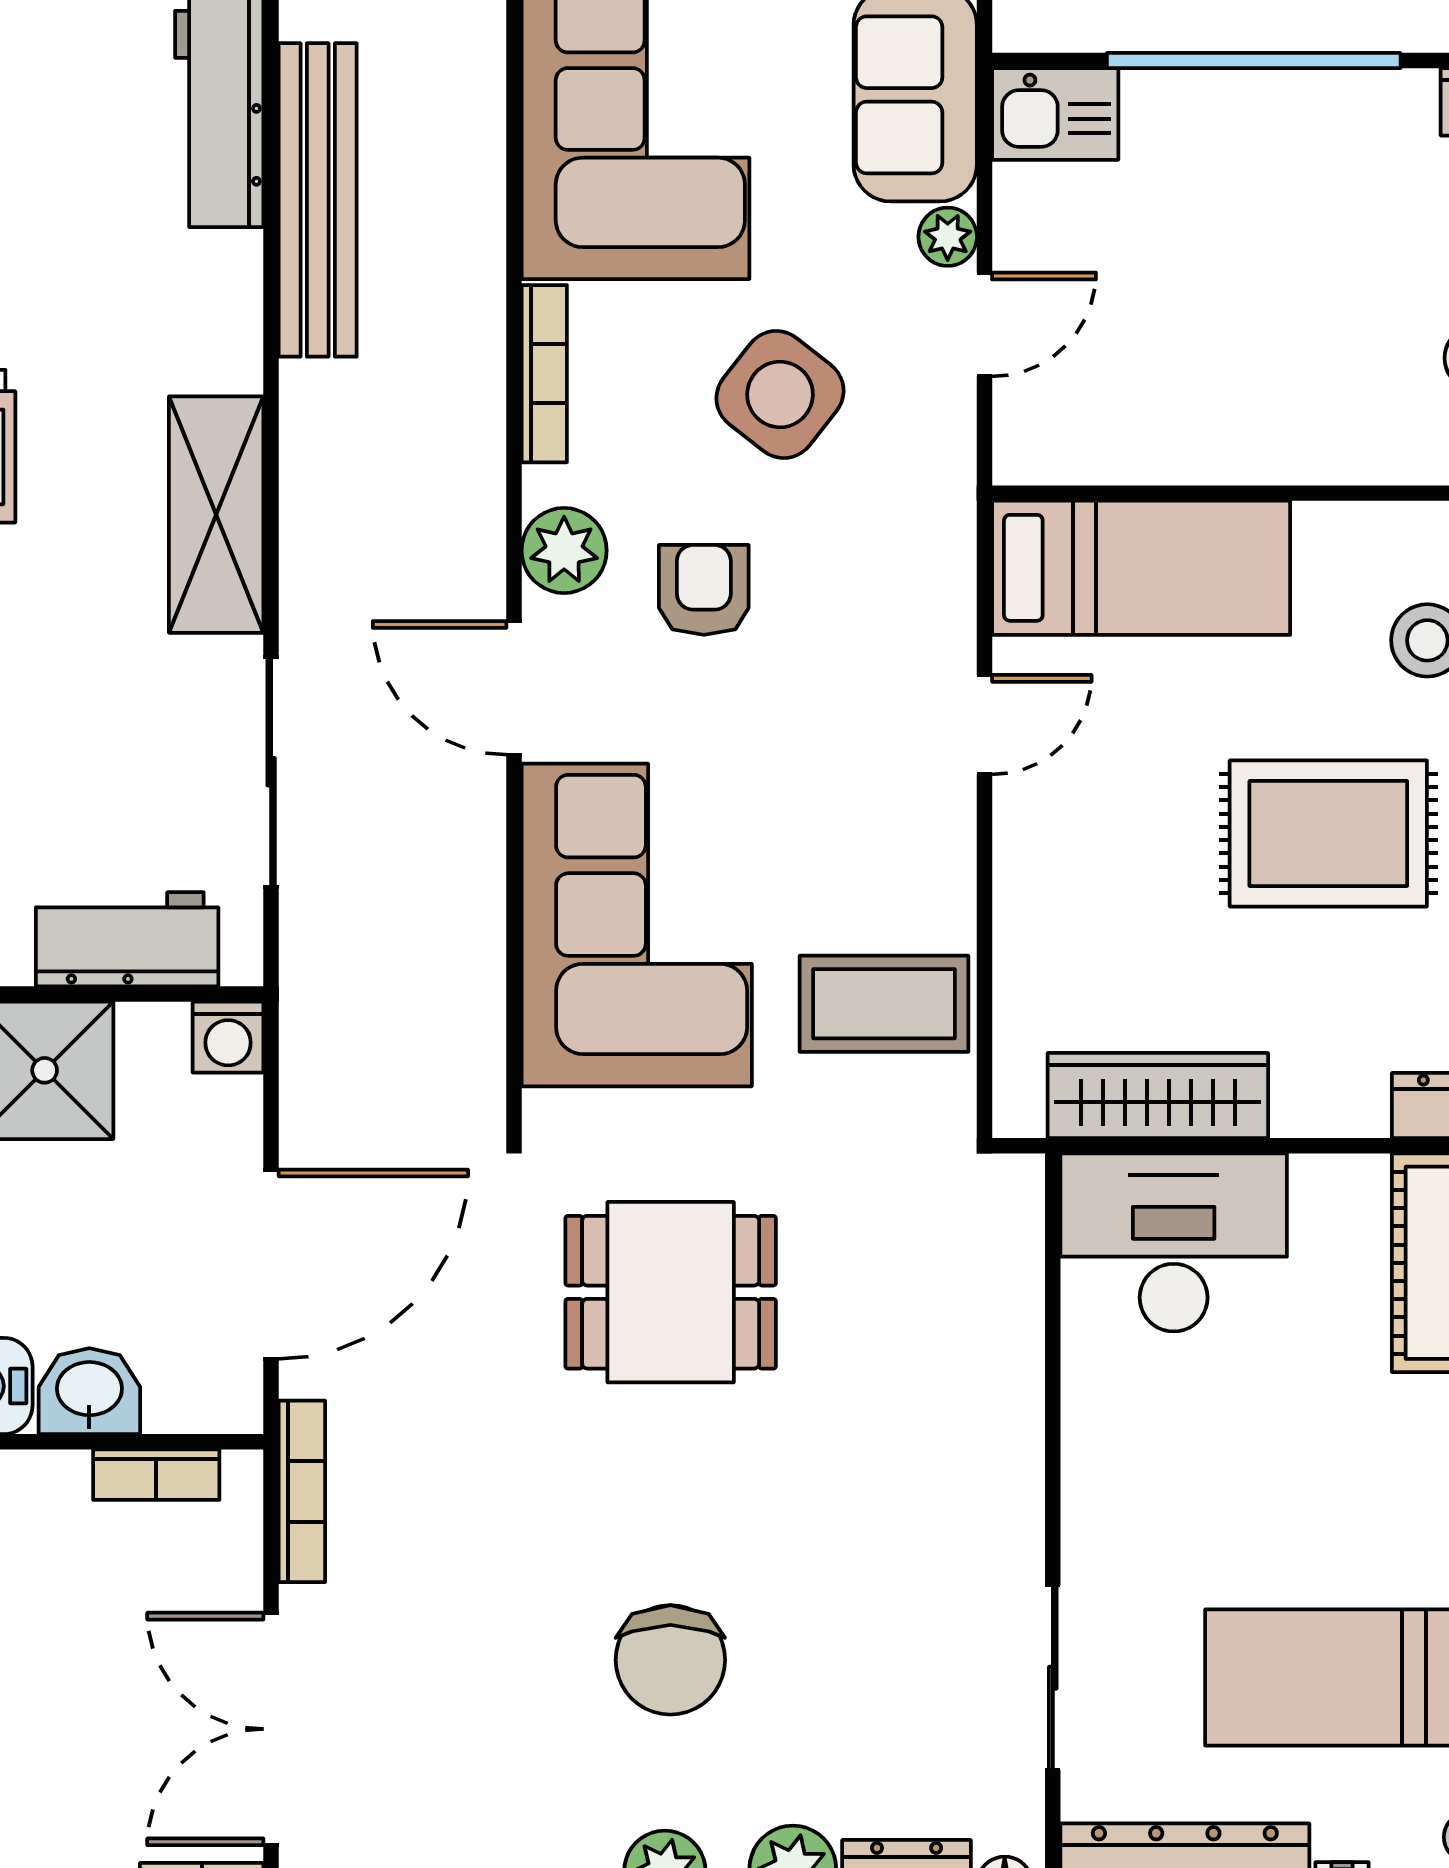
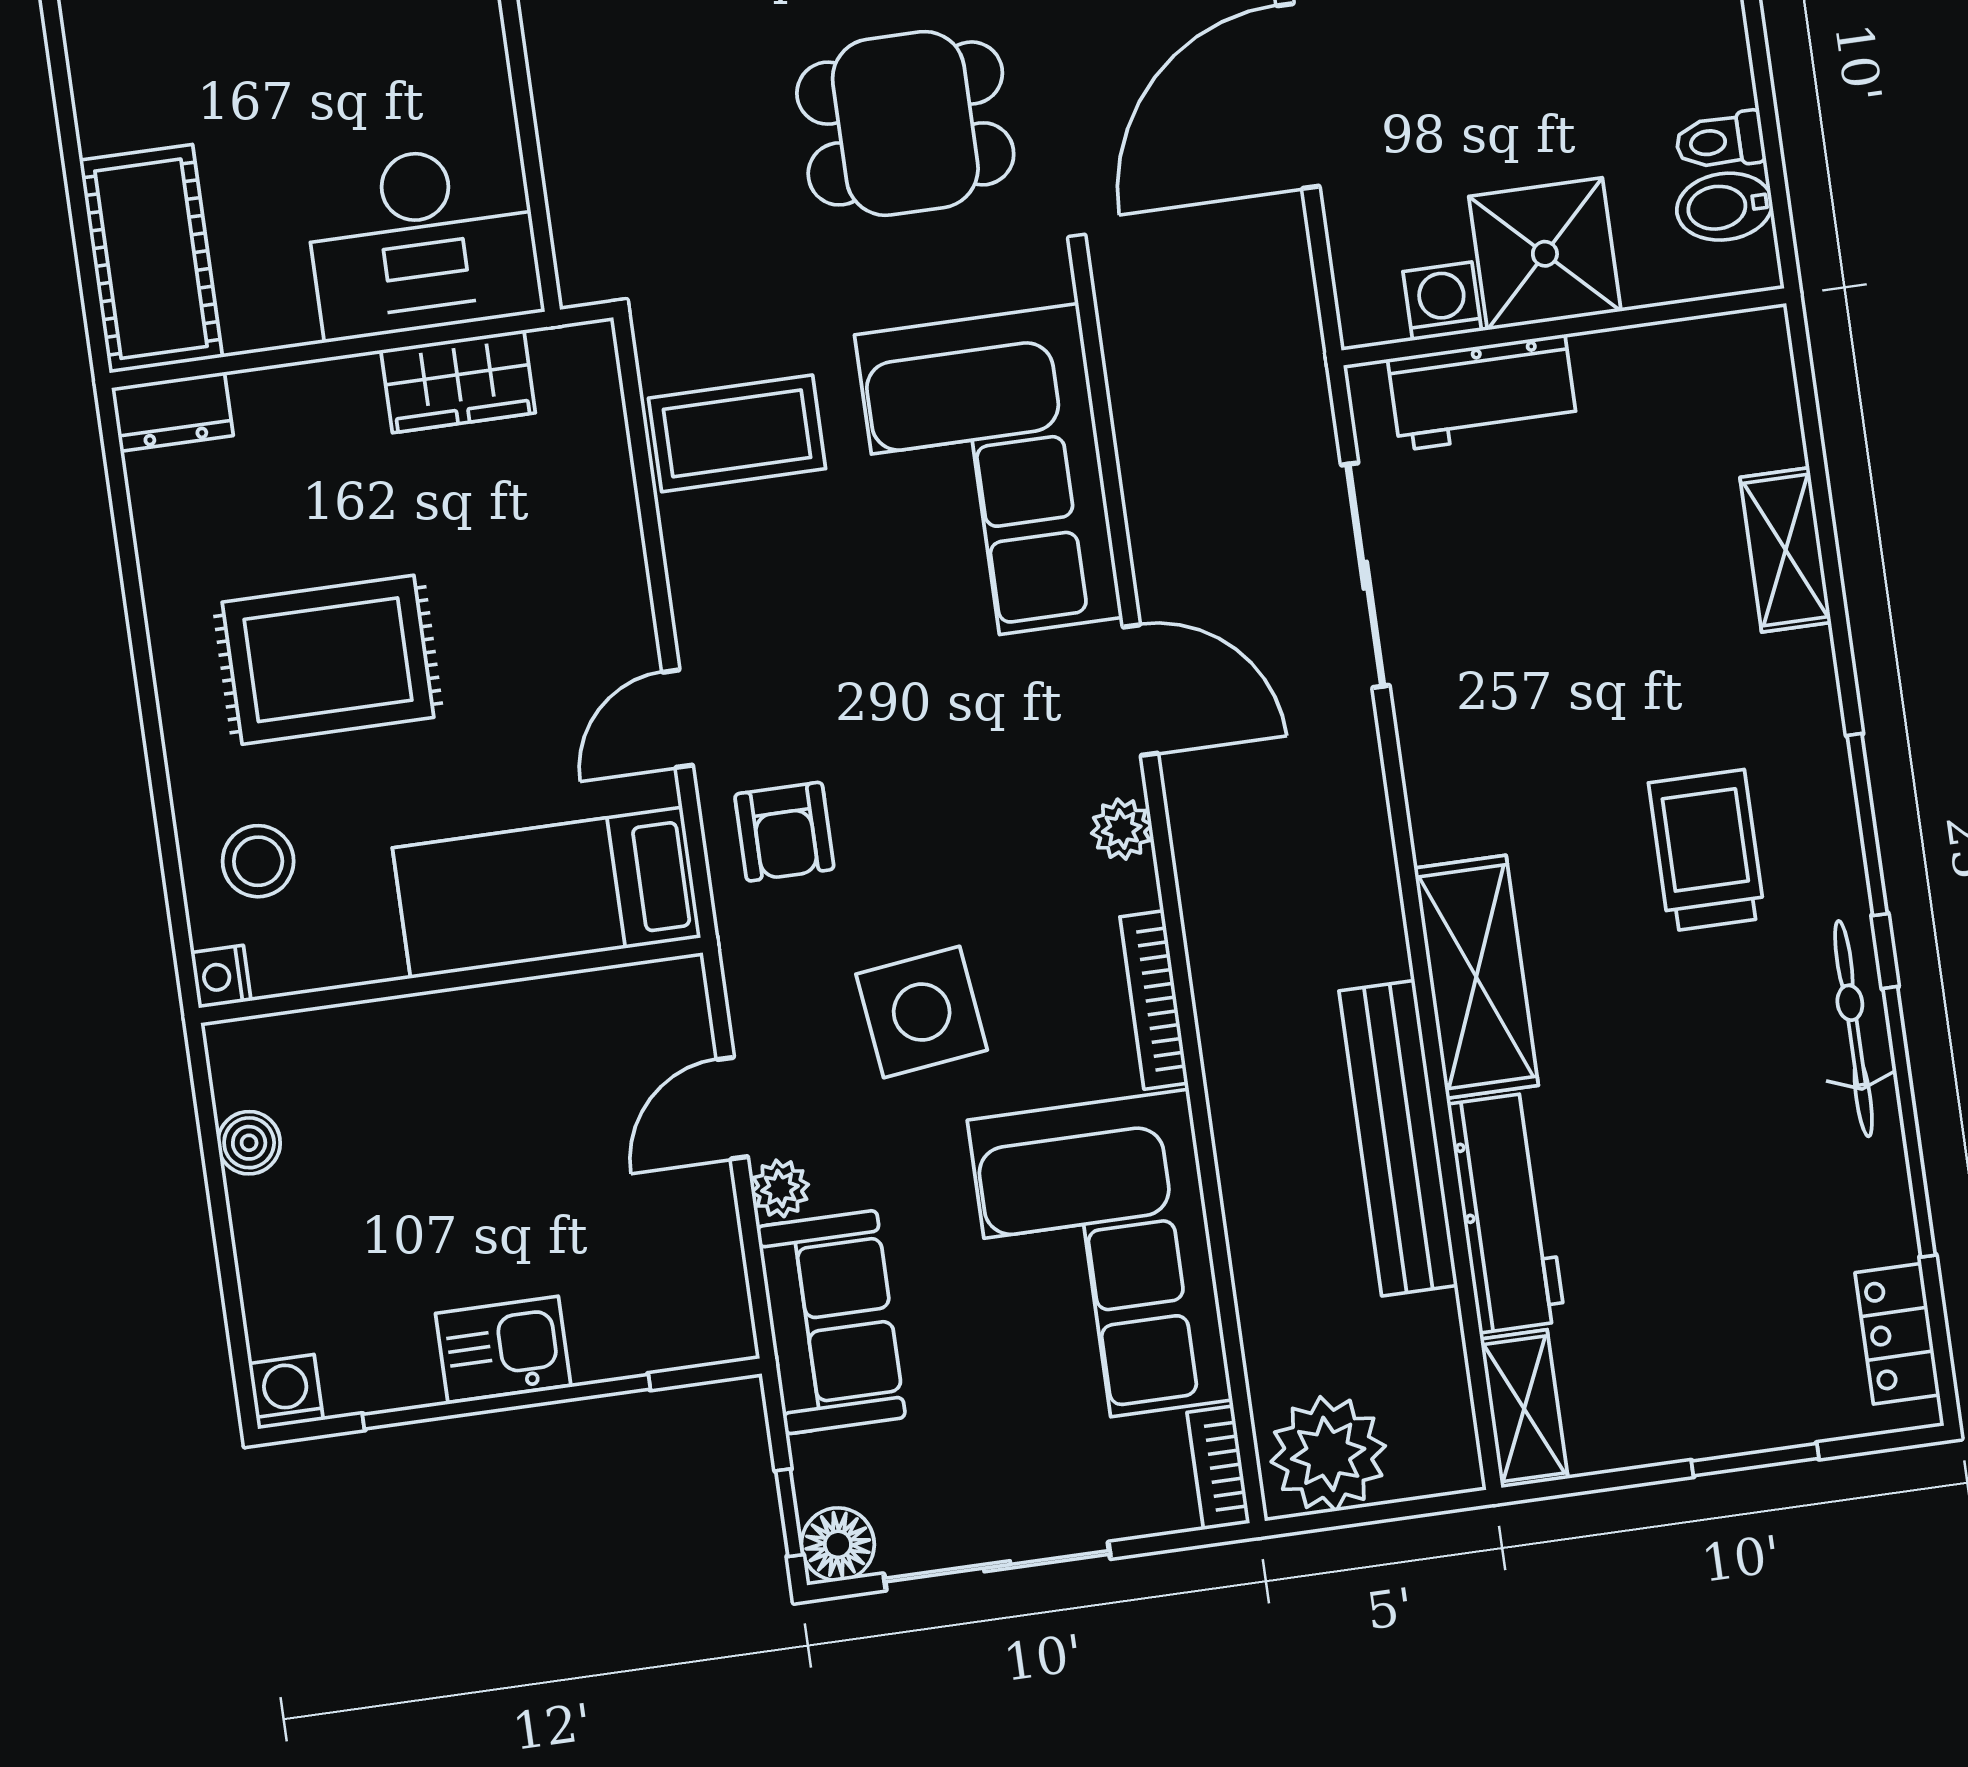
kitchen sink: (1055, 114) -> (503, 1349), moved
side table: (780, 394) -> (922, 1012), turned 45
shelving: (216, 515) -> (1476, 977), moved
plant: (564, 550) -> (1122, 829), width x0.73, depth x0.73
armchair: (704, 590) -> (784, 832), moved
washing machine: (228, 1037) -> (1442, 301), moved
wardrobe: (1158, 1096) -> (458, 381), width x0.67

